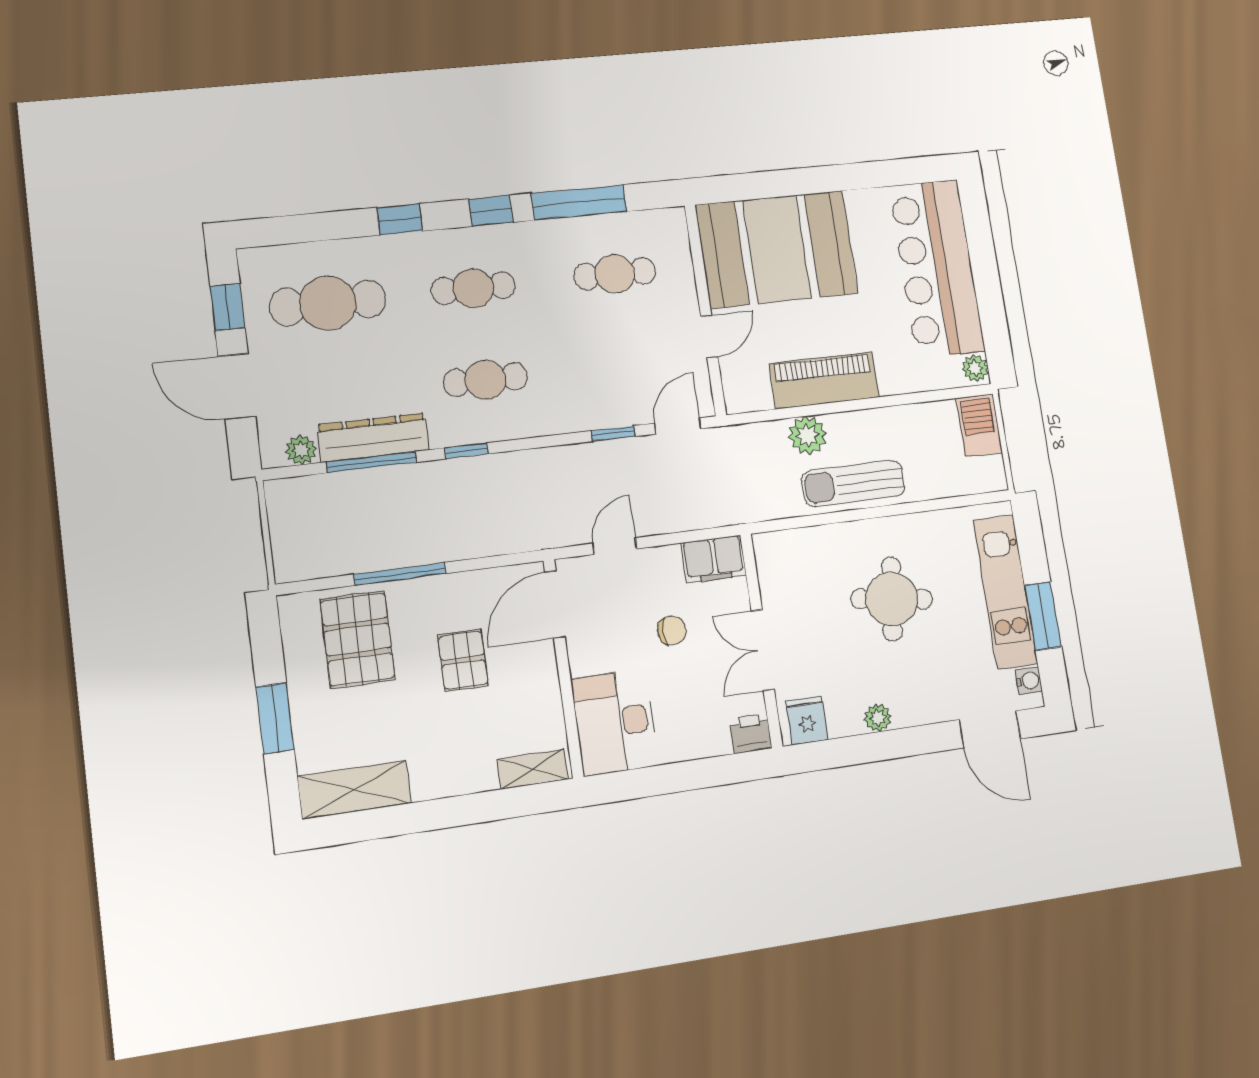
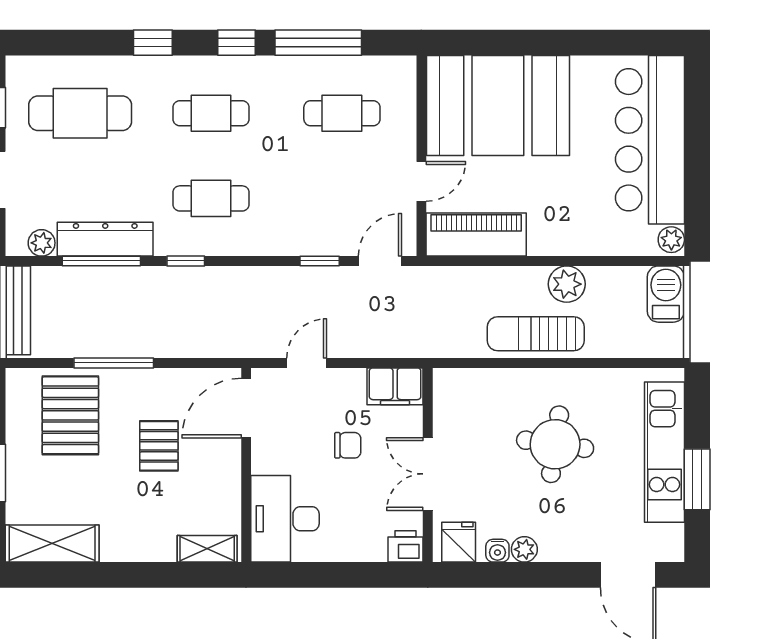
piano: (824, 380) -> (476, 234), moved
plant: (807, 435) -> (567, 284), moved
bench: (283, 529) -> (18, 310), added
water cooler: (1029, 681) -> (497, 551), moved, turned 90

